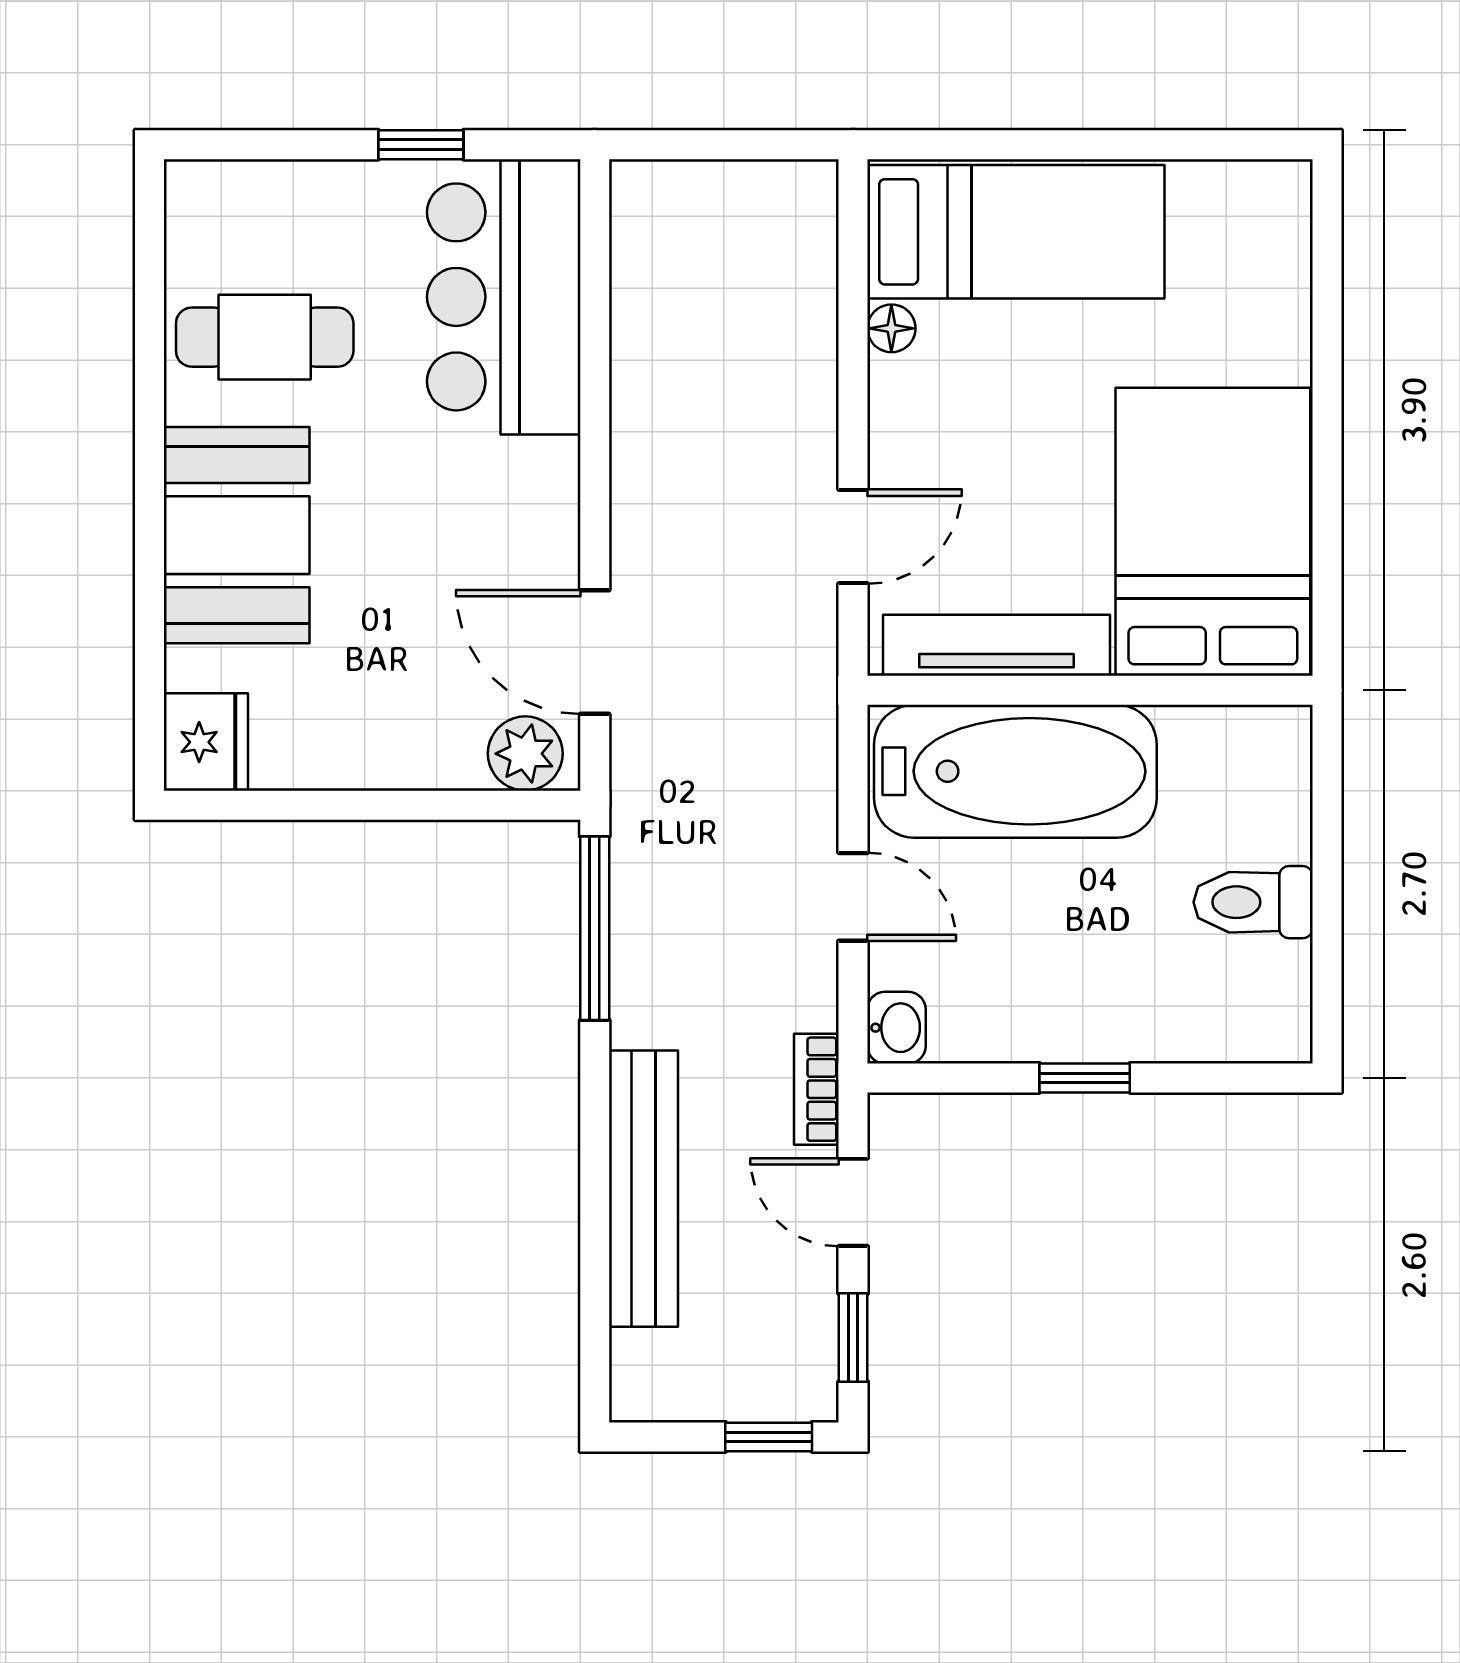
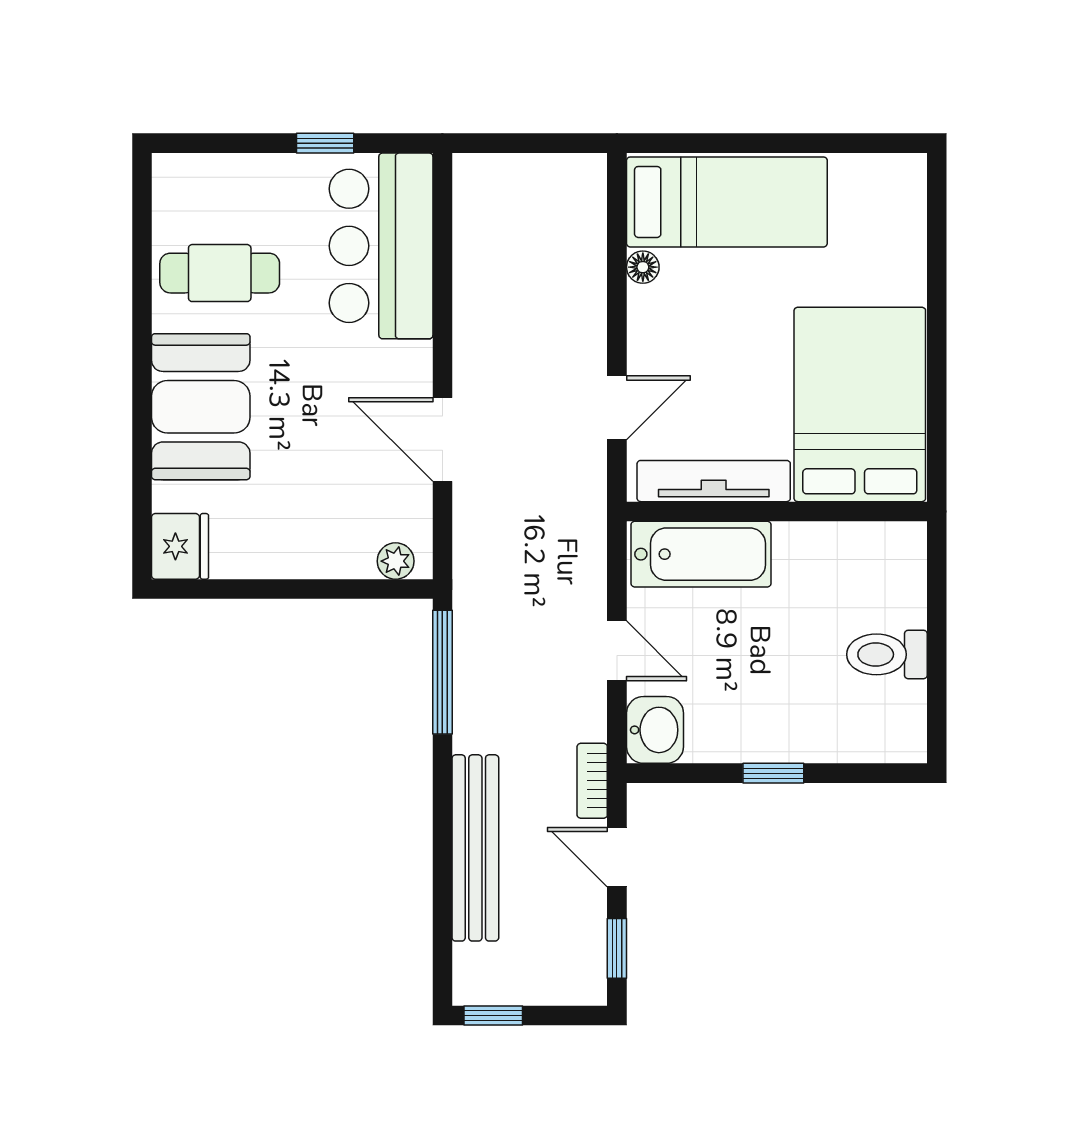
door: (595, 652) -> (442, 439), moved
plant: (525, 754) -> (396, 561), width x0.73, depth x0.73
bathtub: (1015, 771) -> (701, 554), width x0.73, depth x0.73
washbasin: (897, 1028) -> (655, 730), width x1.38, depth x1.45
window: (769, 1437) -> (493, 1016), moved

